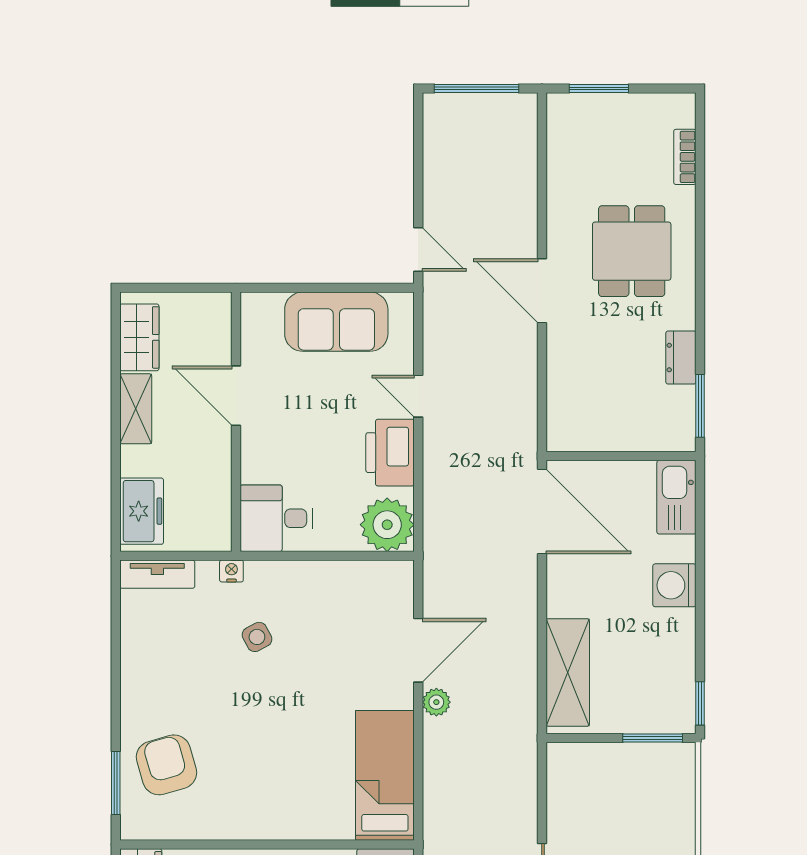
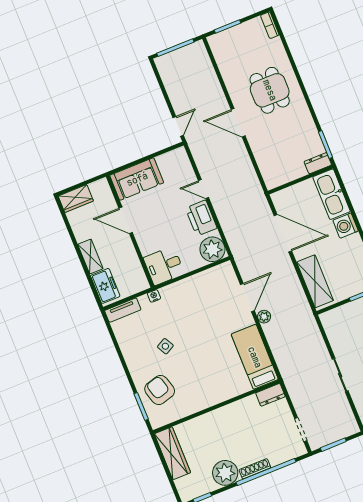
bookcase: (685, 157) -> (270, 25), moved
door: (418, 250) -> (178, 126), hinge flipped
sofa: (336, 322) -> (137, 179), moved
wardrobe: (139, 337) -> (76, 198), moved, turned 90
dresser: (681, 358) -> (318, 163), moved, turned 90
shelving: (136, 409) -> (90, 256), moved
kitchen sink: (676, 497) -> (332, 194), width x1.36, depth x1.24
door: (542, 512) -> (283, 233), moved
side table: (257, 637) -> (165, 346), moved

